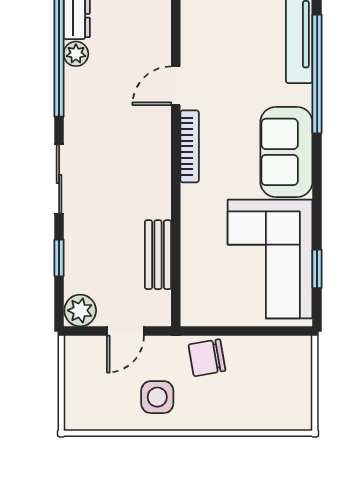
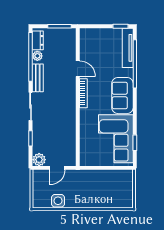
door: (176, 86) -> (78, 69), swing flipped
bench: (158, 255) -> (38, 78), moved
chair: (207, 358) -> (90, 179), removed
side table: (157, 397) -> (58, 201), moved

